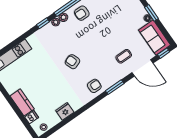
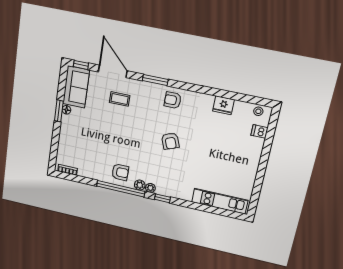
kitchen counter: (22, 102) -> (254, 153), removed

